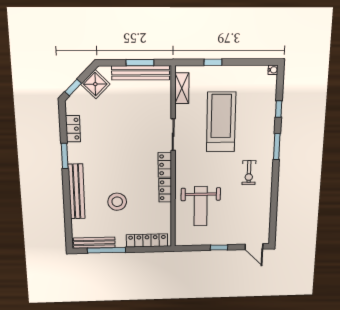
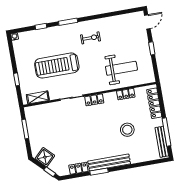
bench: (141, 73) -> (32, 127), removed
locker: (165, 190) -> (126, 94), moved
bench: (77, 192) -> (109, 162), moved

